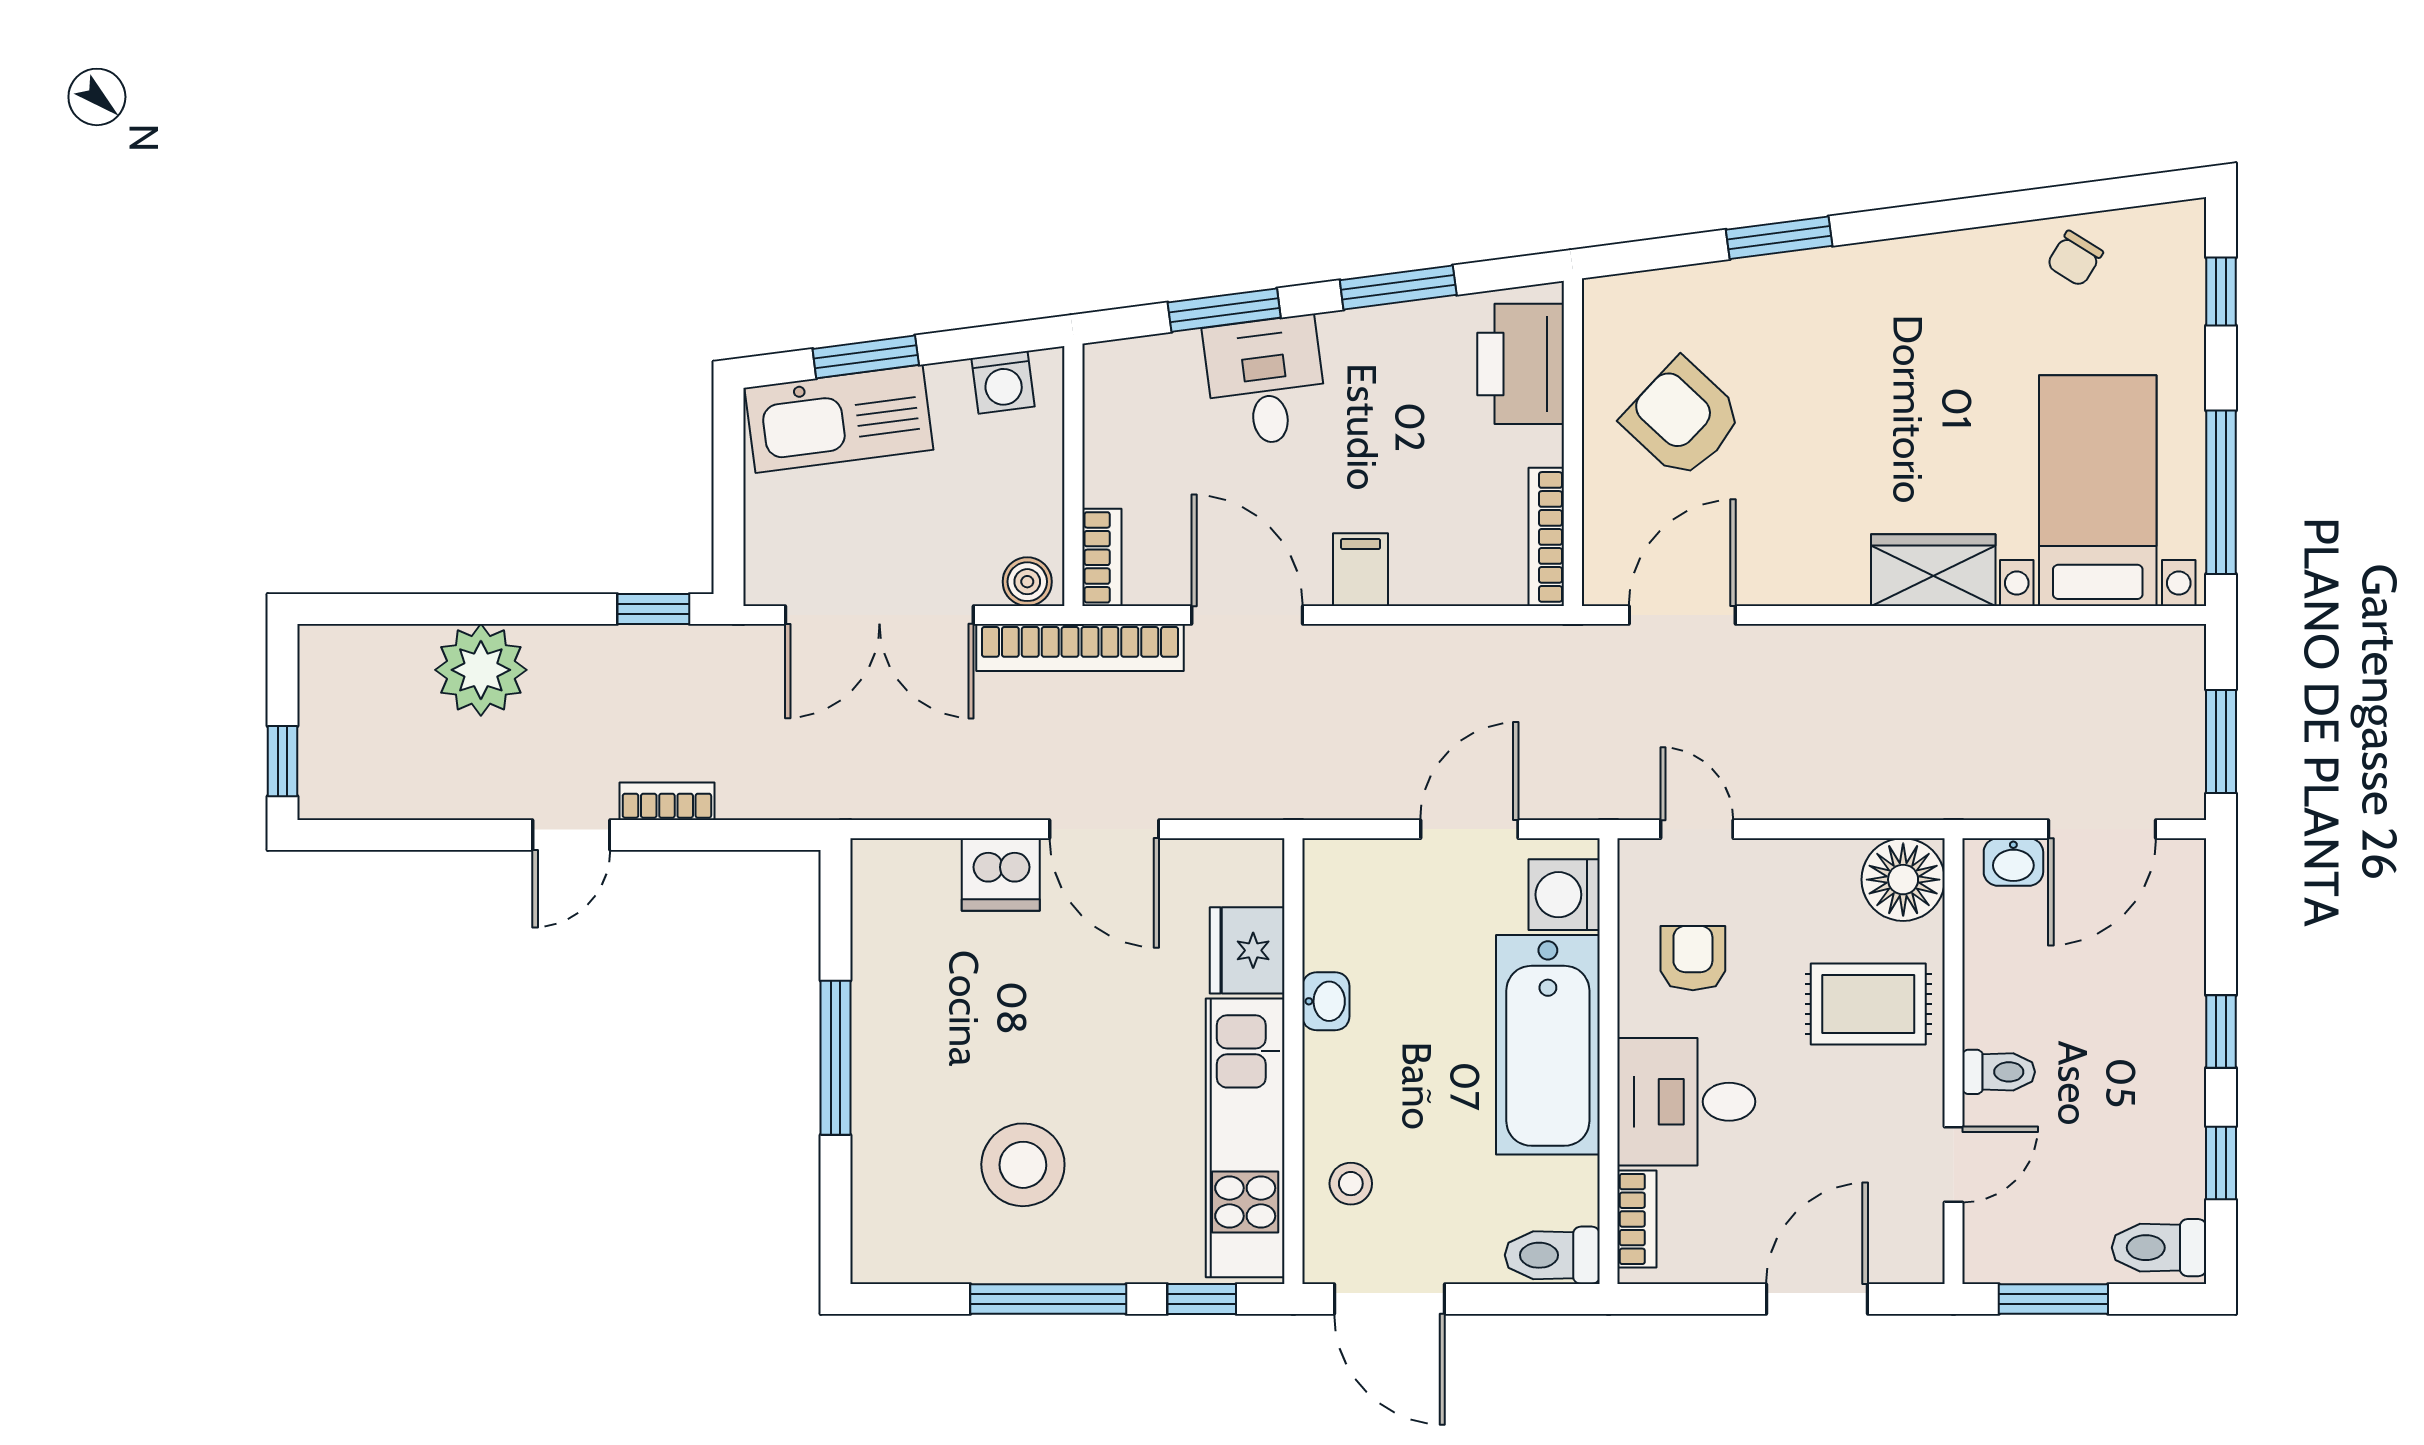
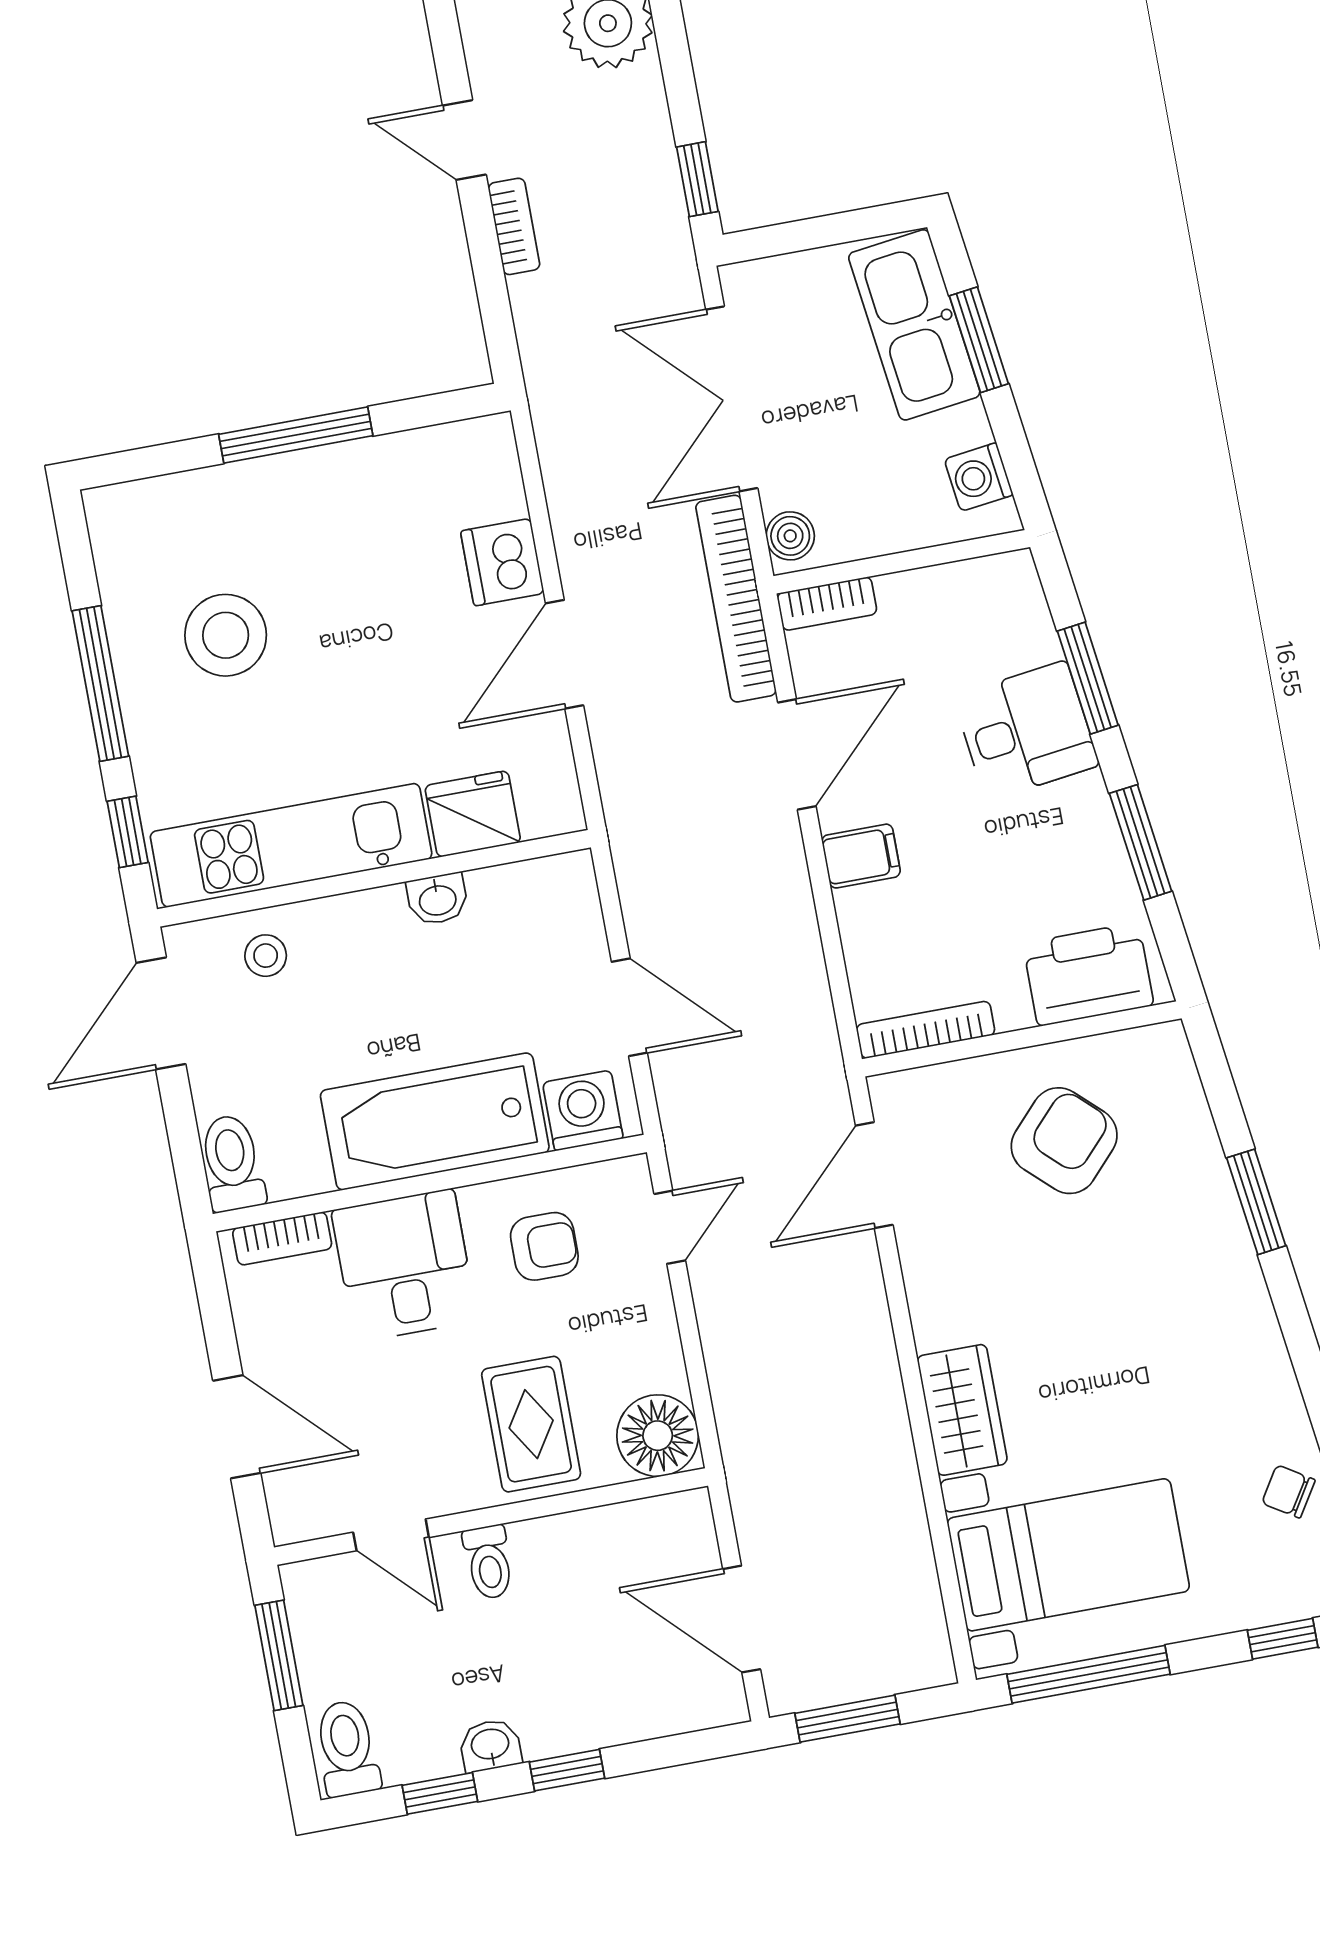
door: (1682, 615) -> (874, 1175), swing flipped
washbasin: (2013, 862) -> (490, 1745), moved, turned 90

